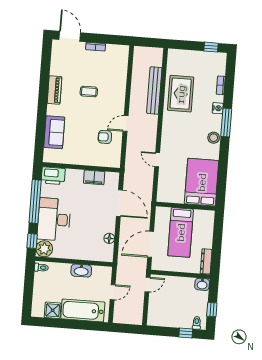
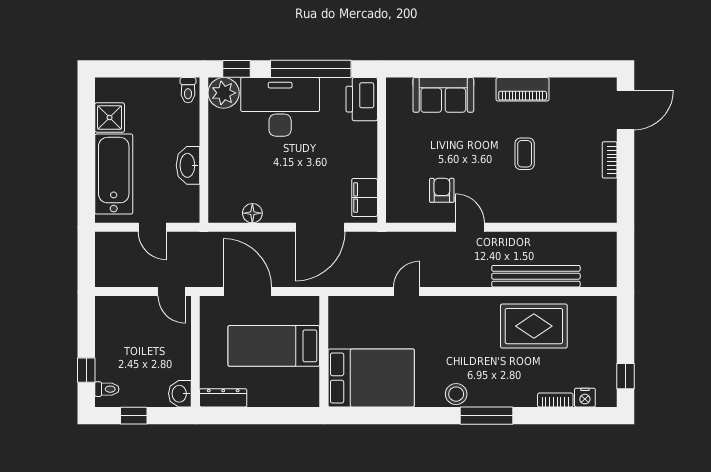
nightstand: (218, 108) -> (585, 398), moved
filing cabinet: (94, 177) -> (365, 198), moved

